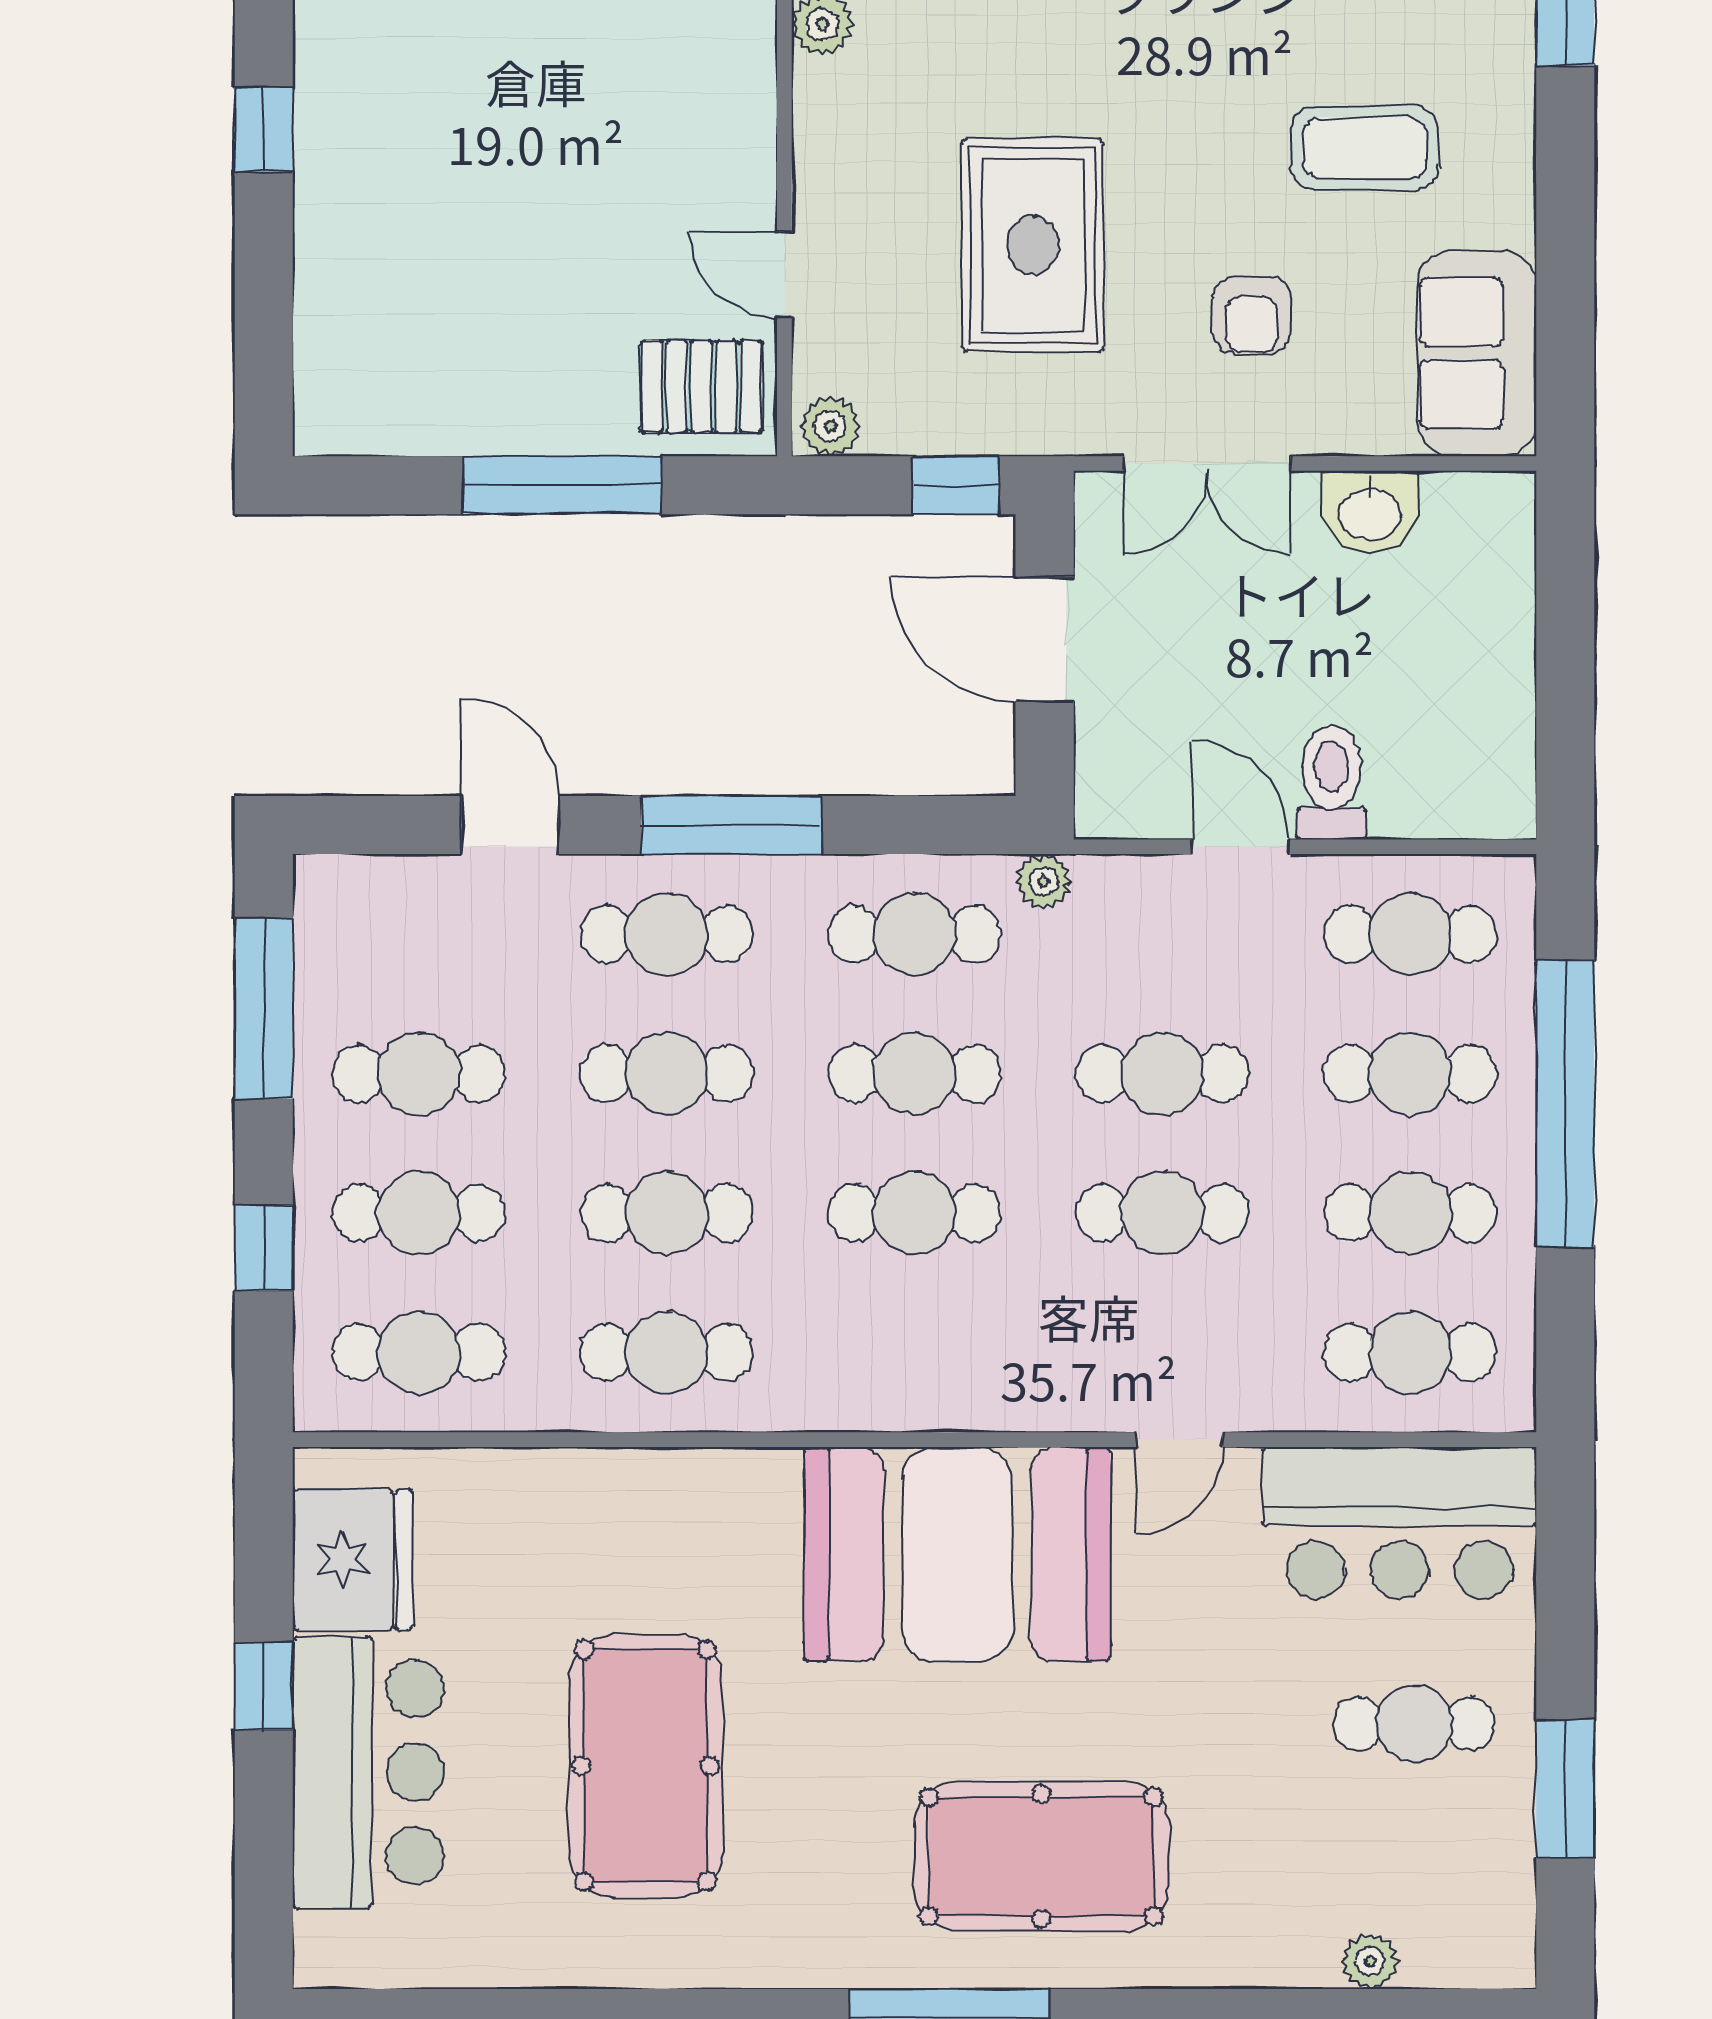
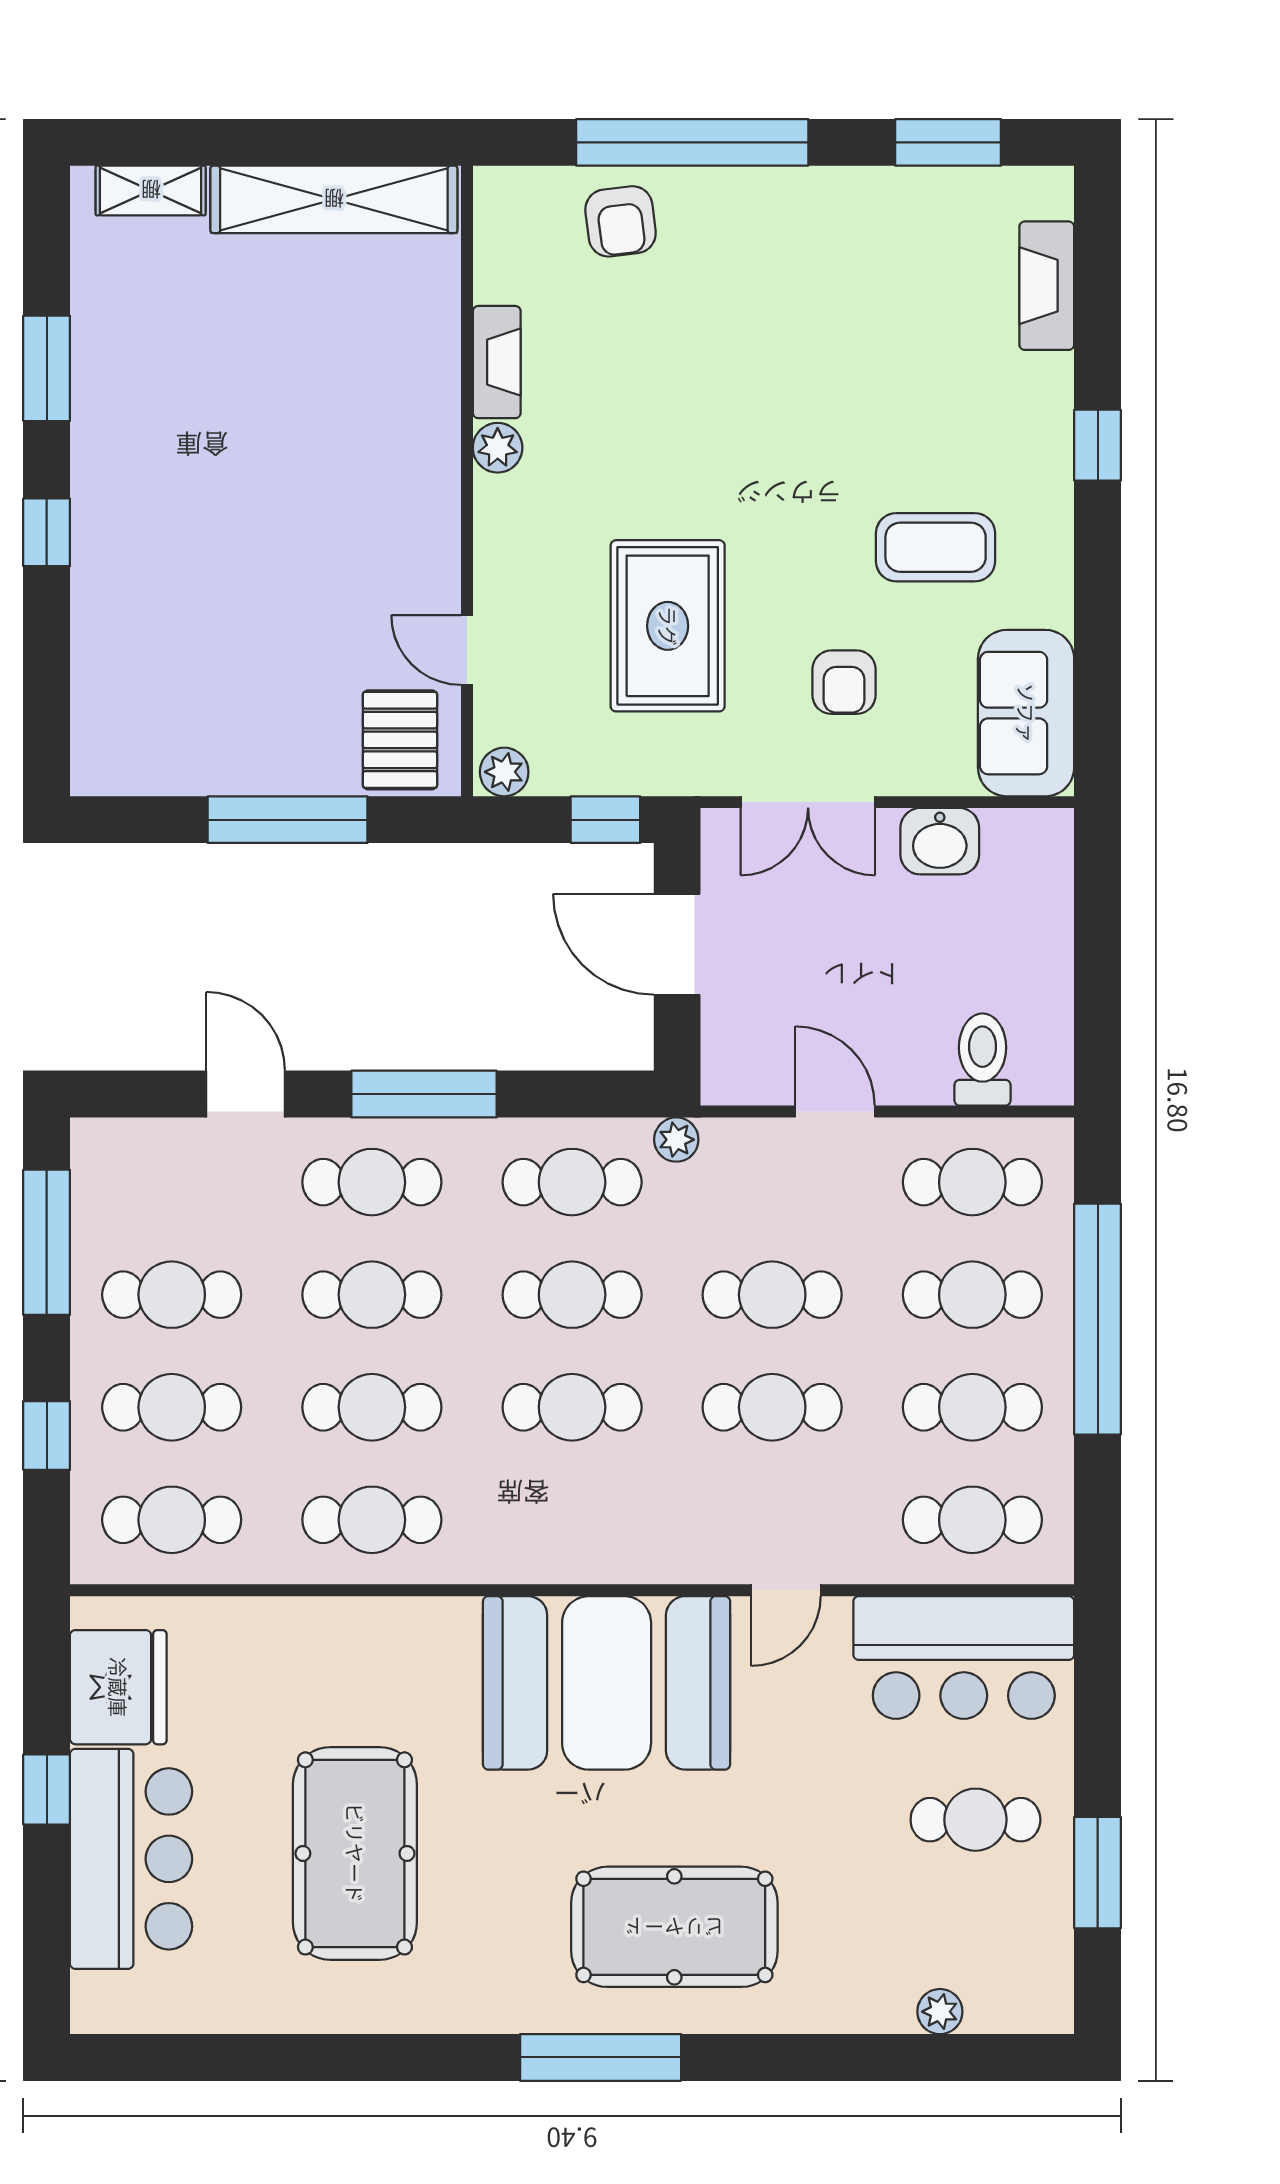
pallet: (701, 386) -> (400, 740), turned 90
toilet: (1331, 782) -> (983, 1060), moved

